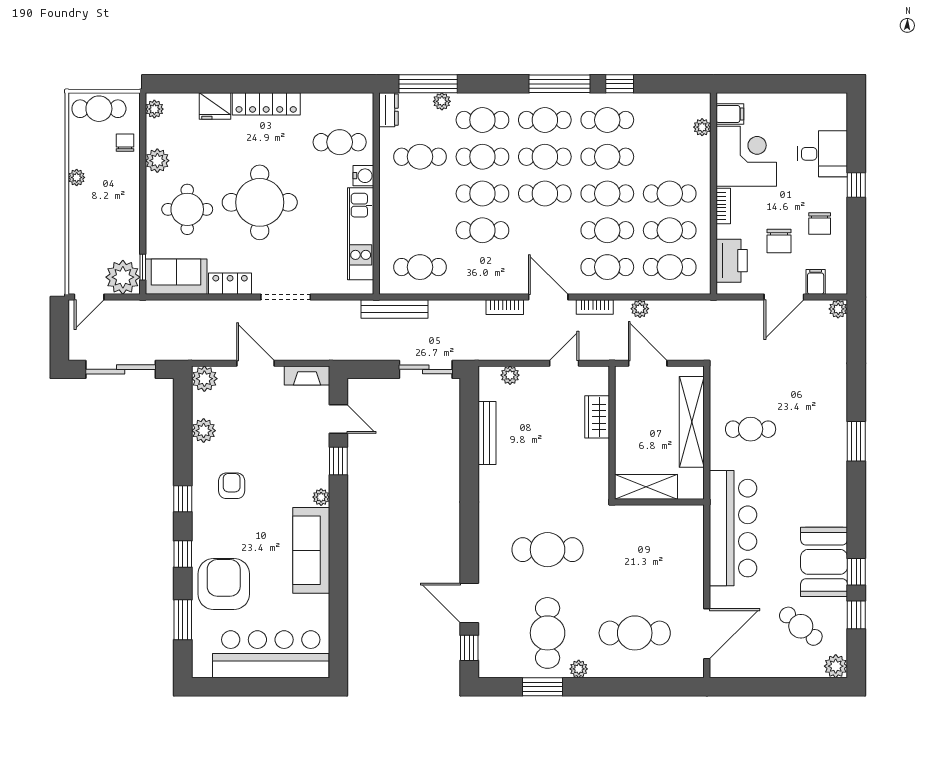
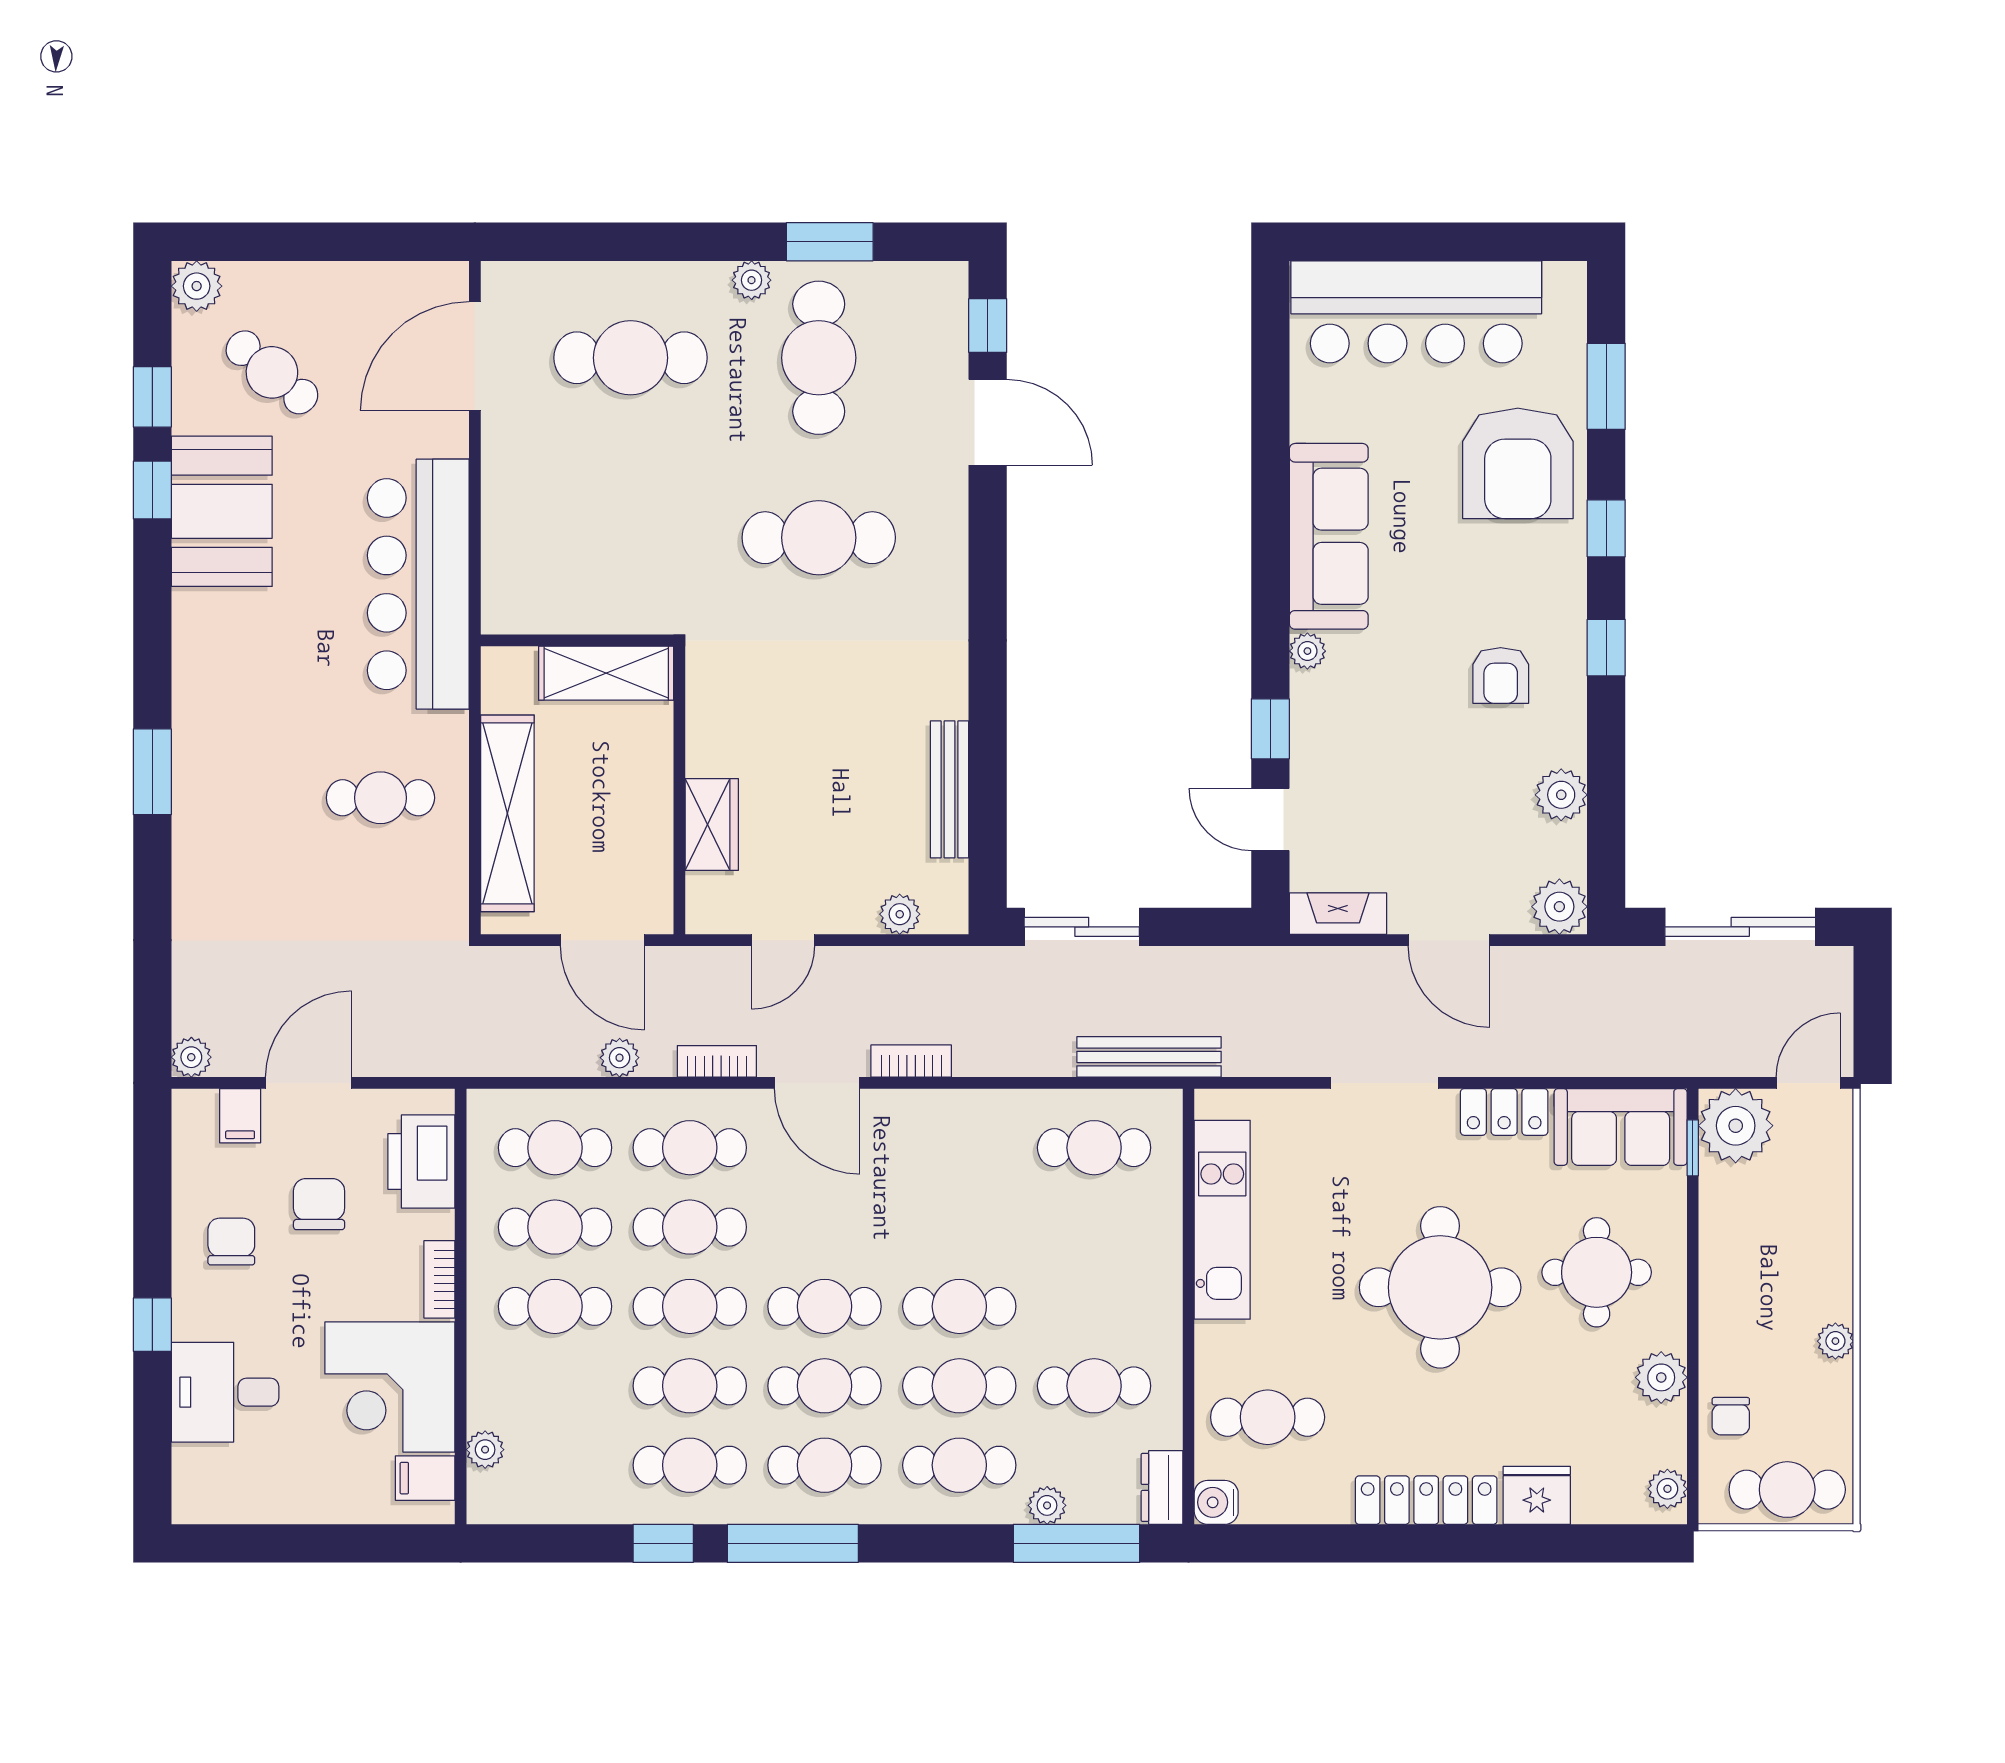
water cooler: (363, 176) -> (1216, 1502), moved
cafe table: (482, 230) -> (959, 1227), removed

